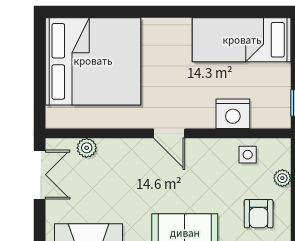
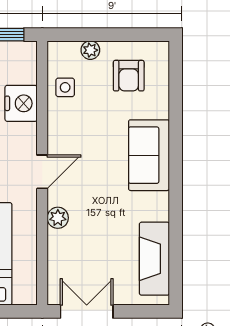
plant: (87, 148) -> (58, 218), moved
armchair: (259, 214) -> (129, 76), turned 90

